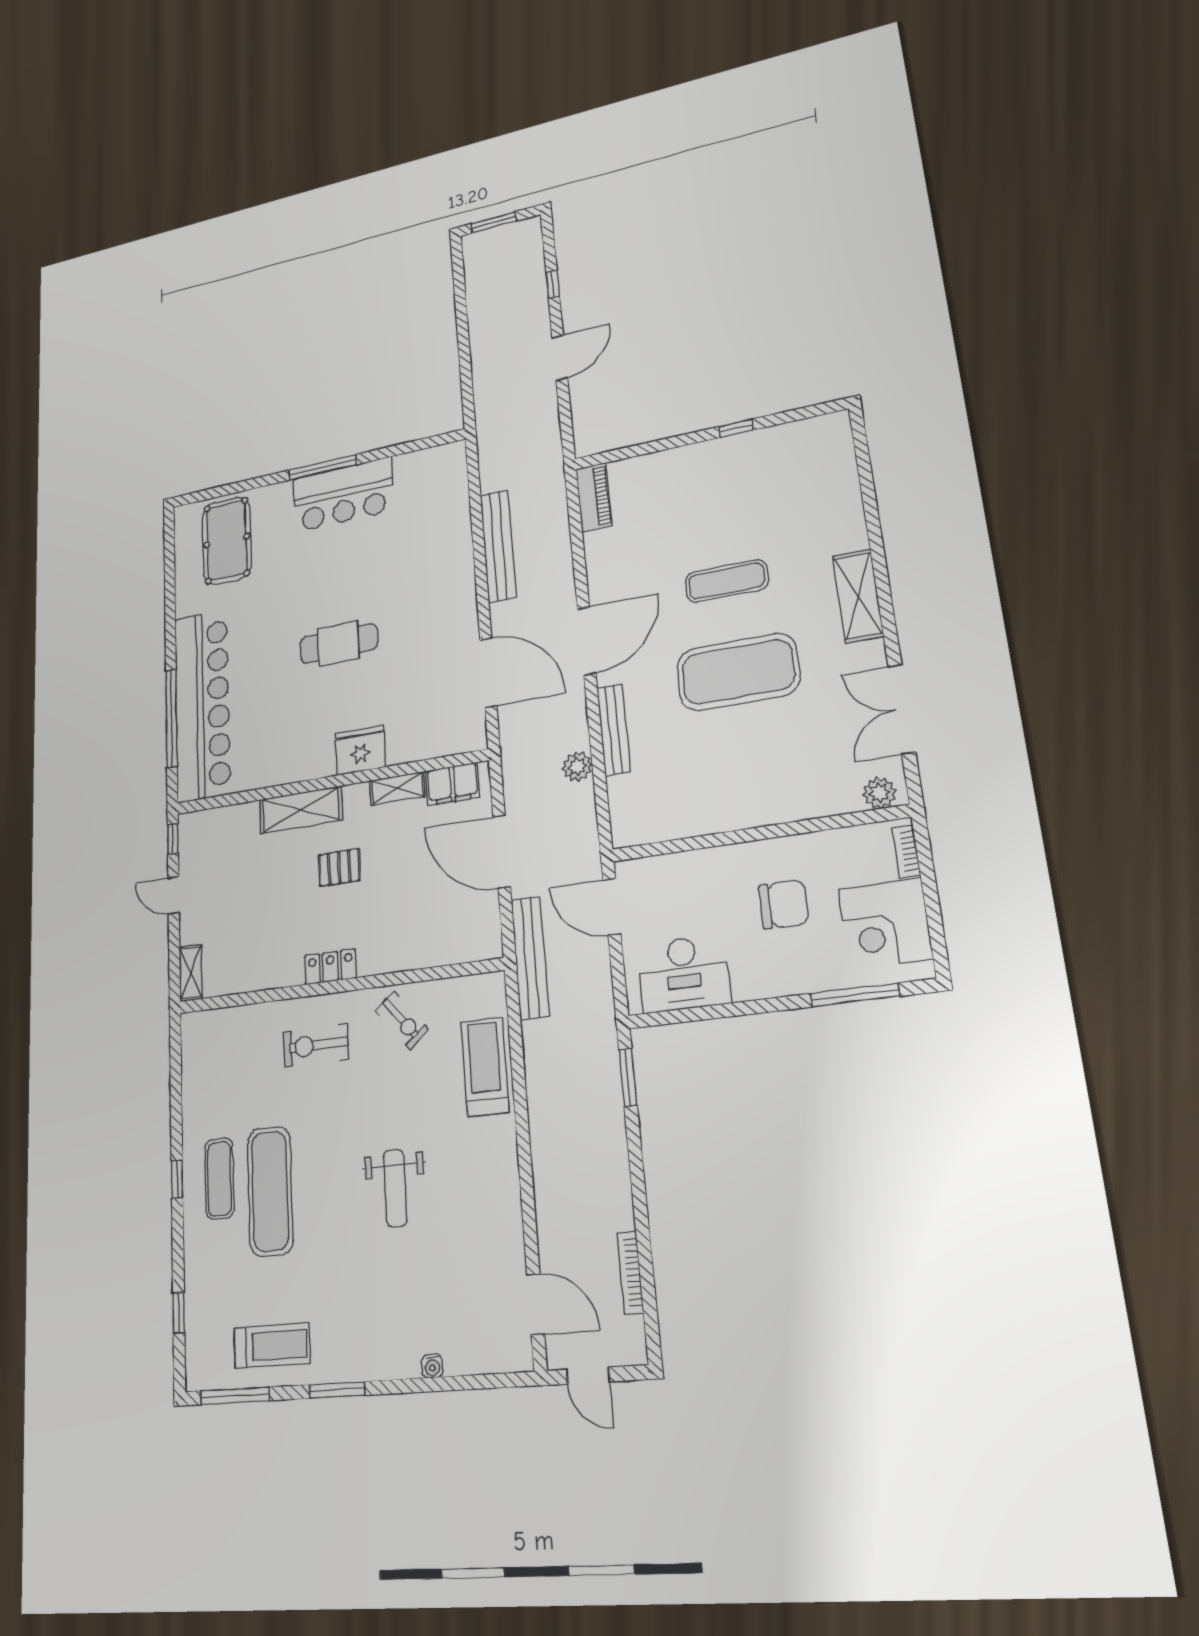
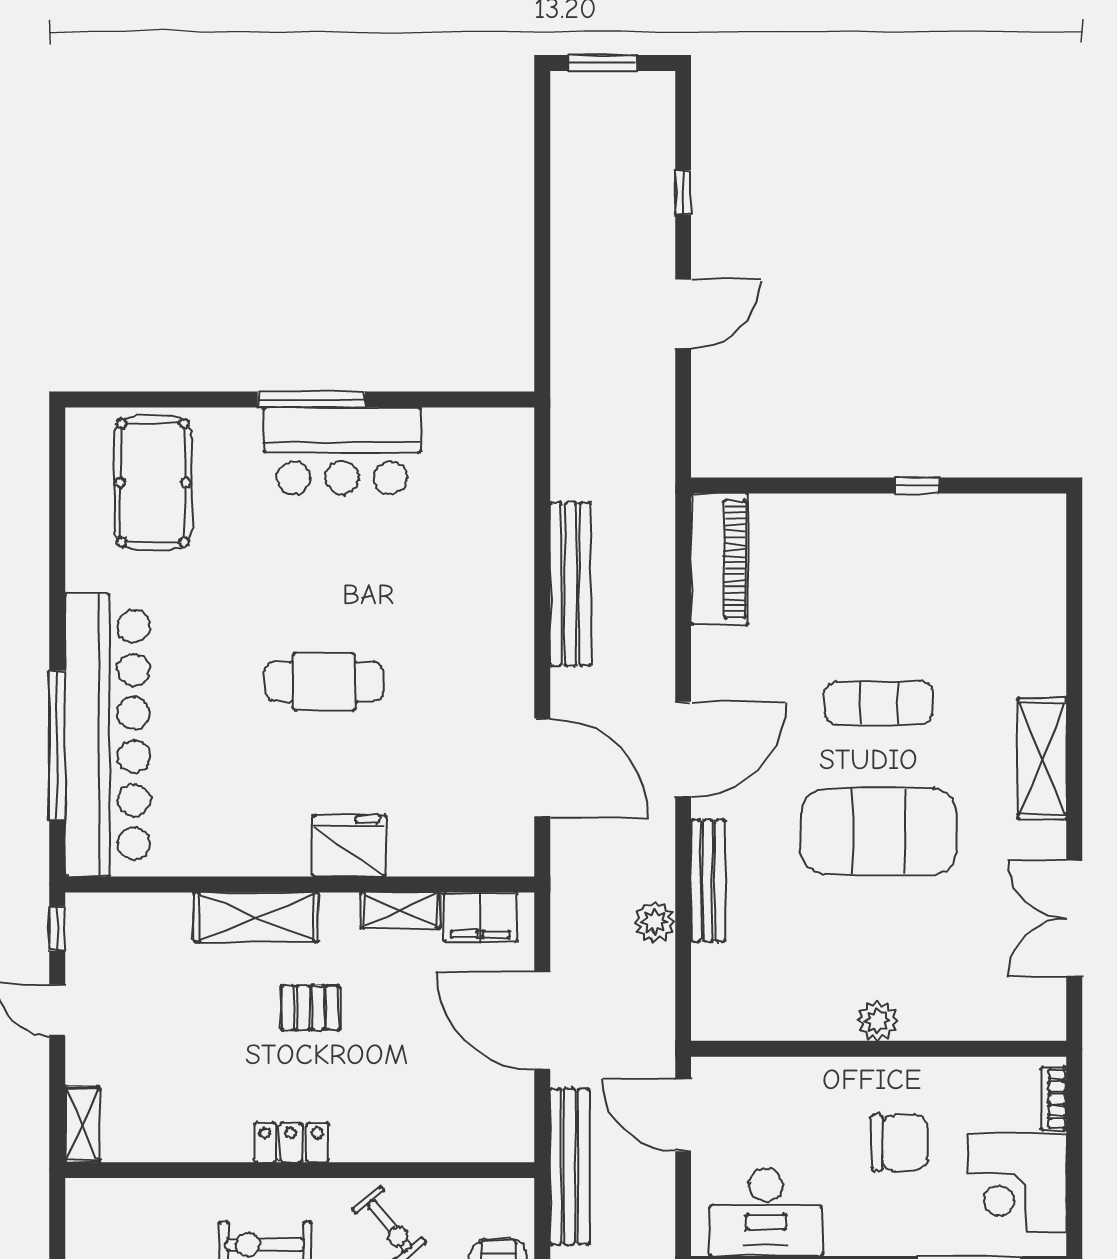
piano: (594, 497) -> (719, 559), width x1.37, depth x1.33
plant: (879, 793) -> (877, 1021), moved

